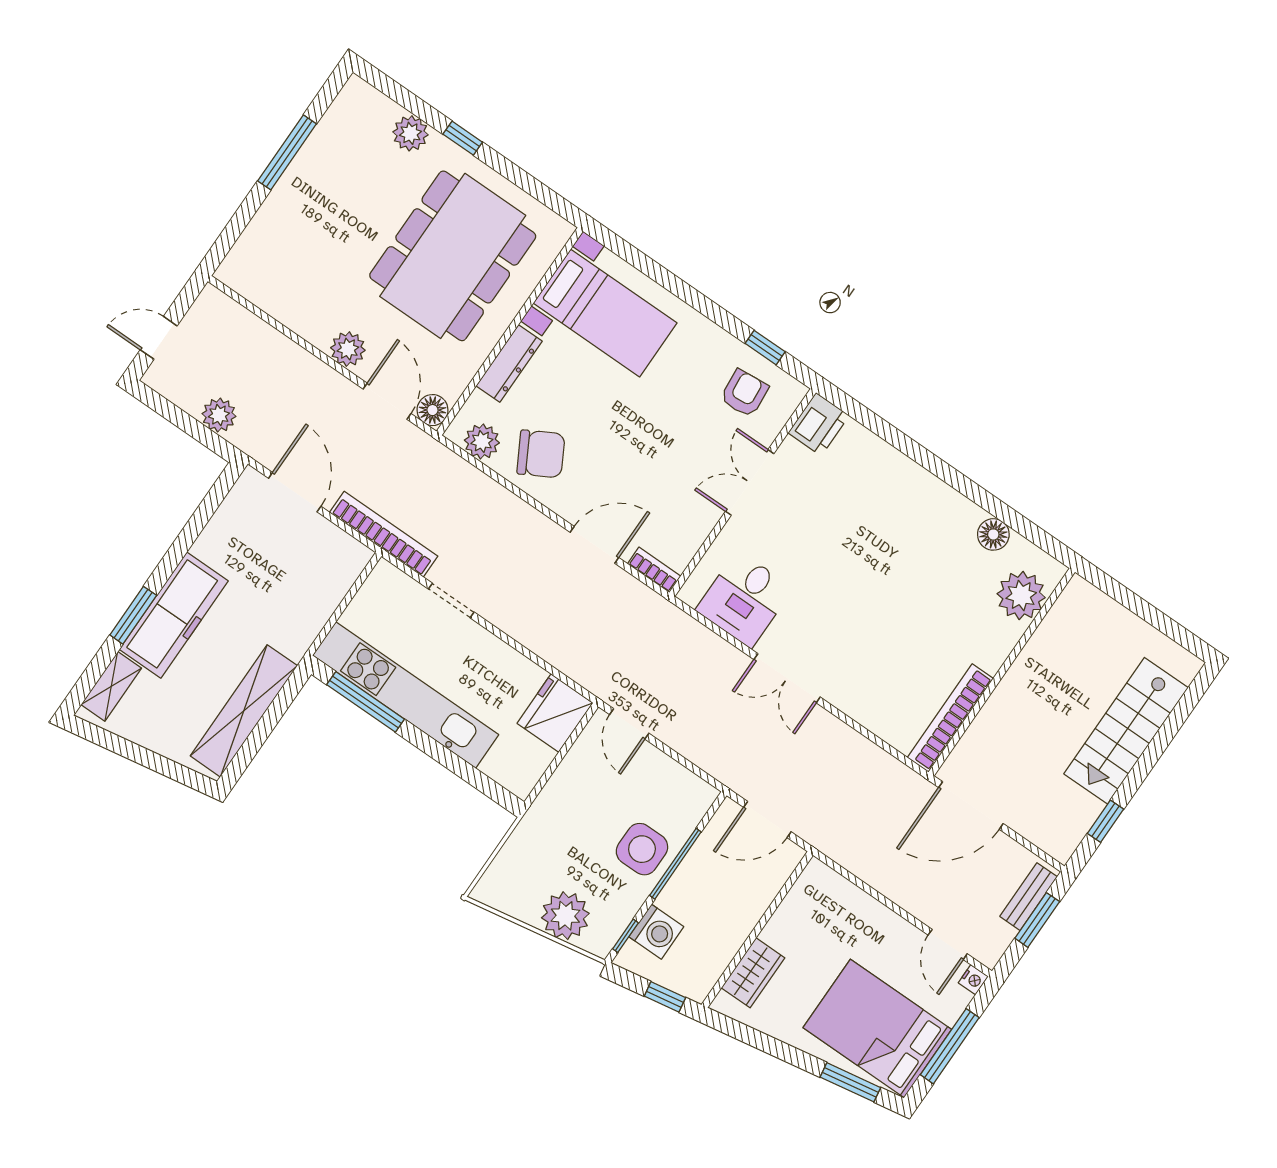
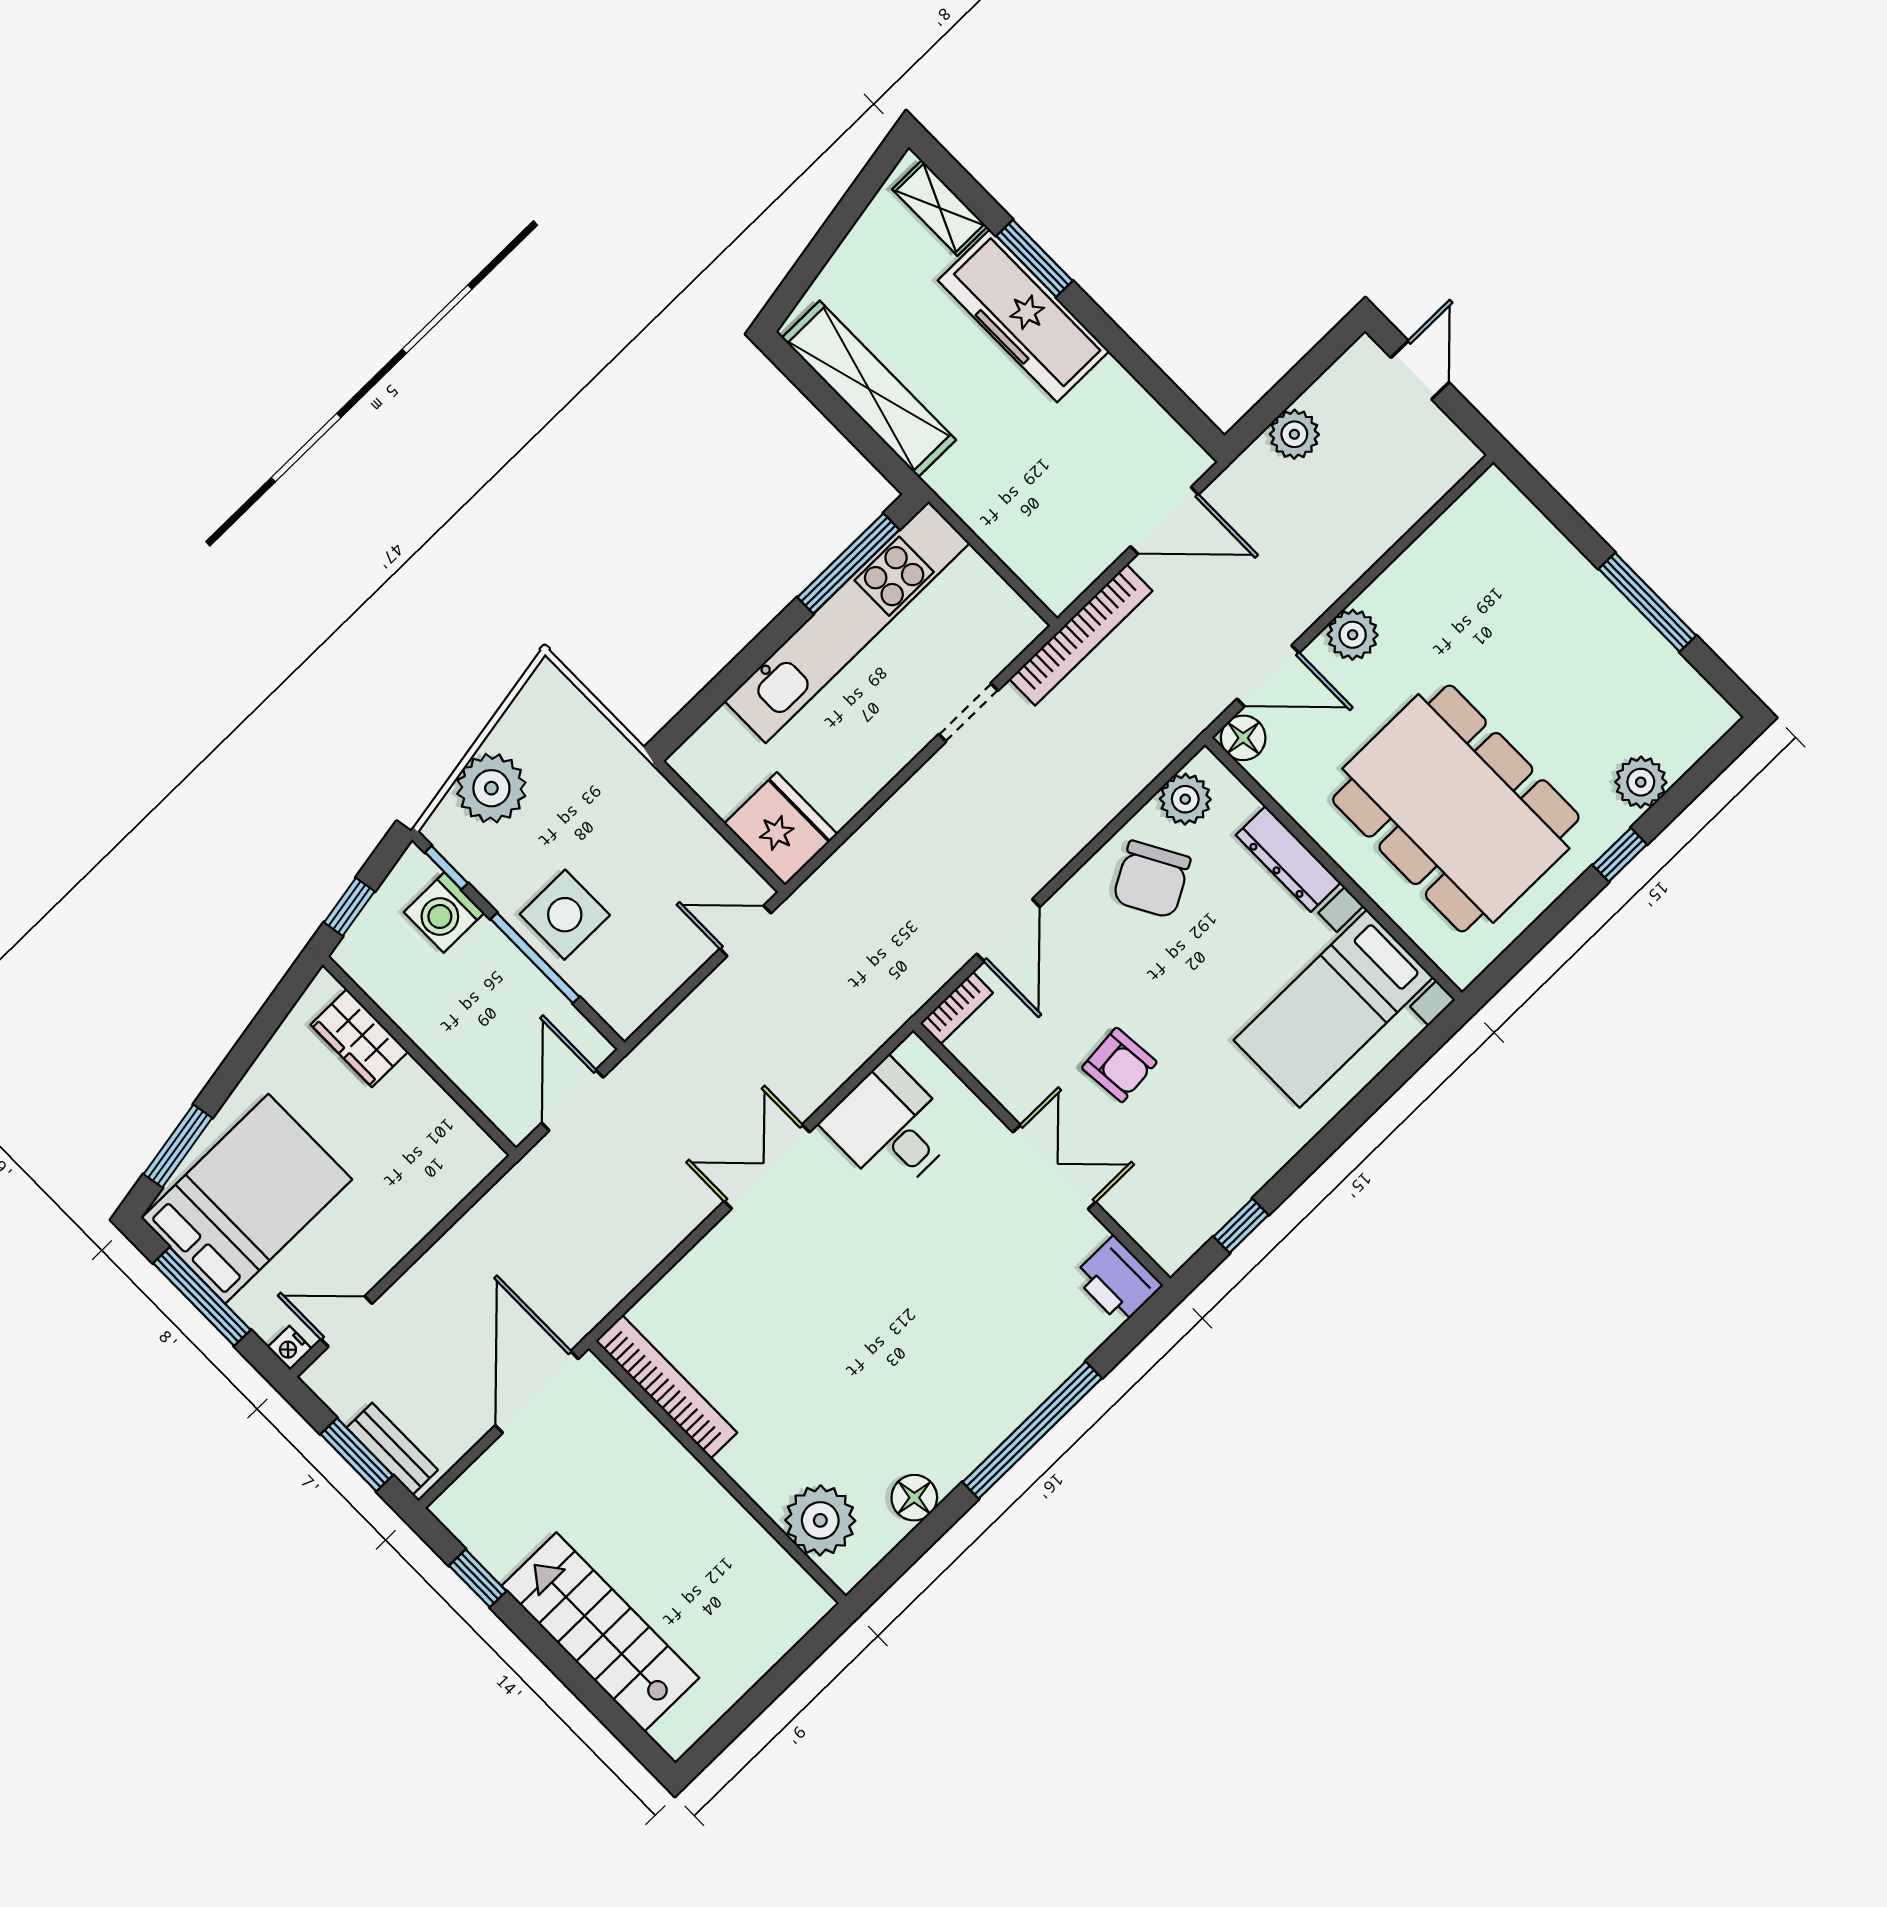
armchair: (744, 393) -> (1119, 1065), moved
window: (932, 463) -> (1032, 1430), added

